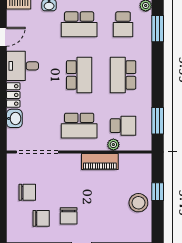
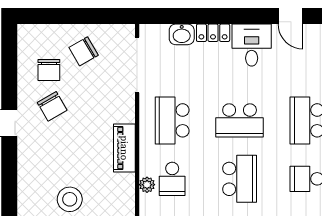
school desk: (123, 75) -> (240, 179), turned 90
plant: (113, 145) -> (147, 185), moved
chair: (27, 192) -> (84, 51), turned 60
chair: (69, 216) -> (52, 106), turned -120

